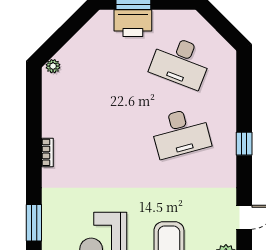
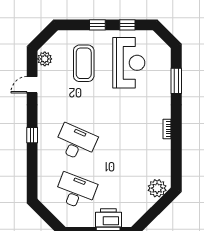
plant: (53, 66) -> (157, 188), width x1.87, depth x1.87
desk: (181, 133) -> (76, 143), turned 39

